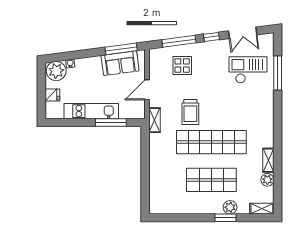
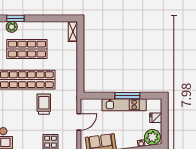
shelving: (155, 120) -> (73, 32), moved
window: (111, 123) -> (127, 96), moved

